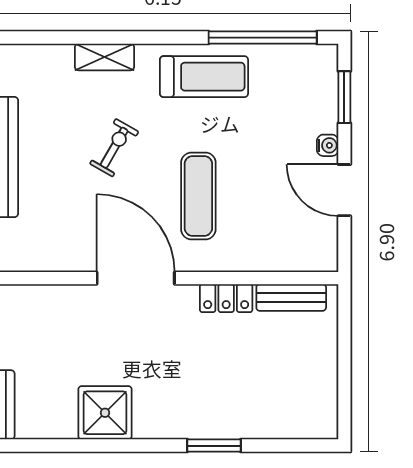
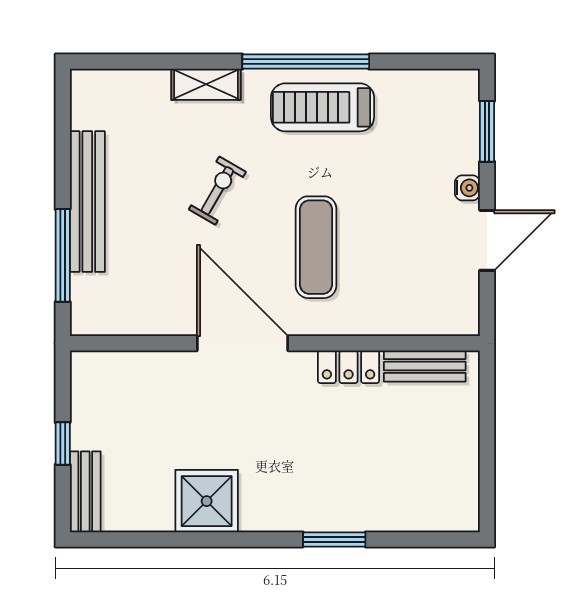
window: (263, 38) -> (306, 62), moved
treadmill: (204, 77) -> (323, 107), turned 180
door: (344, 190) -> (487, 240), swing flipped

